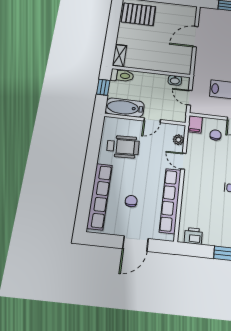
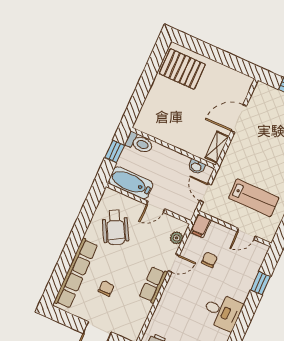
shelving: (120, 56) -> (217, 147), moved
chair: (215, 135) -> (209, 260), moved
wheelchair: (123, 147) -> (115, 227), turned 63
door: (183, 161) -> (174, 263), swing flipped
row of seats: (170, 201) -> (153, 285), width x0.50

